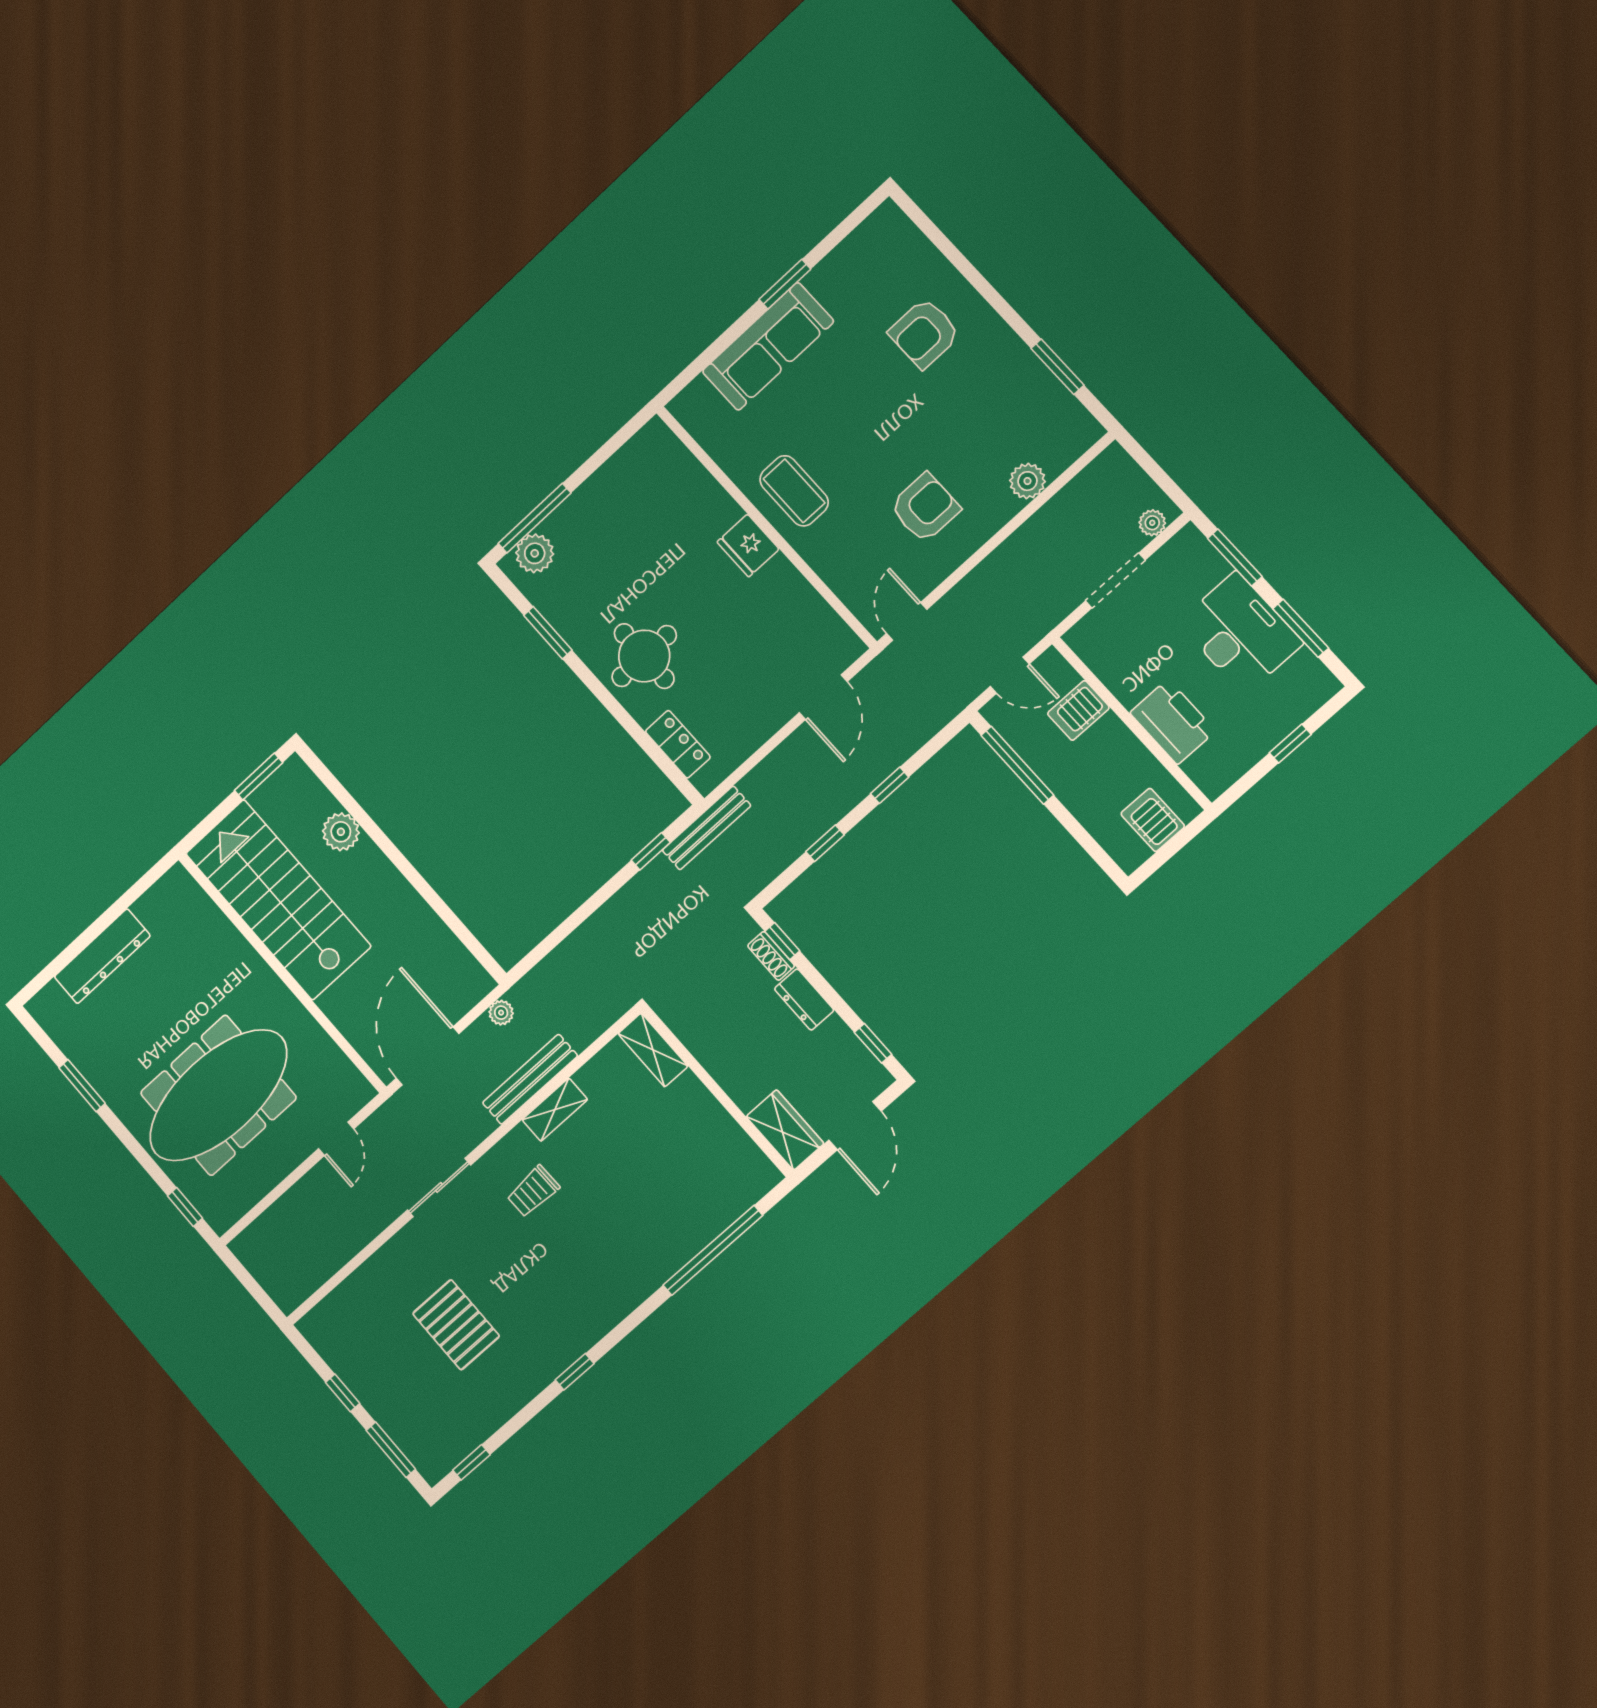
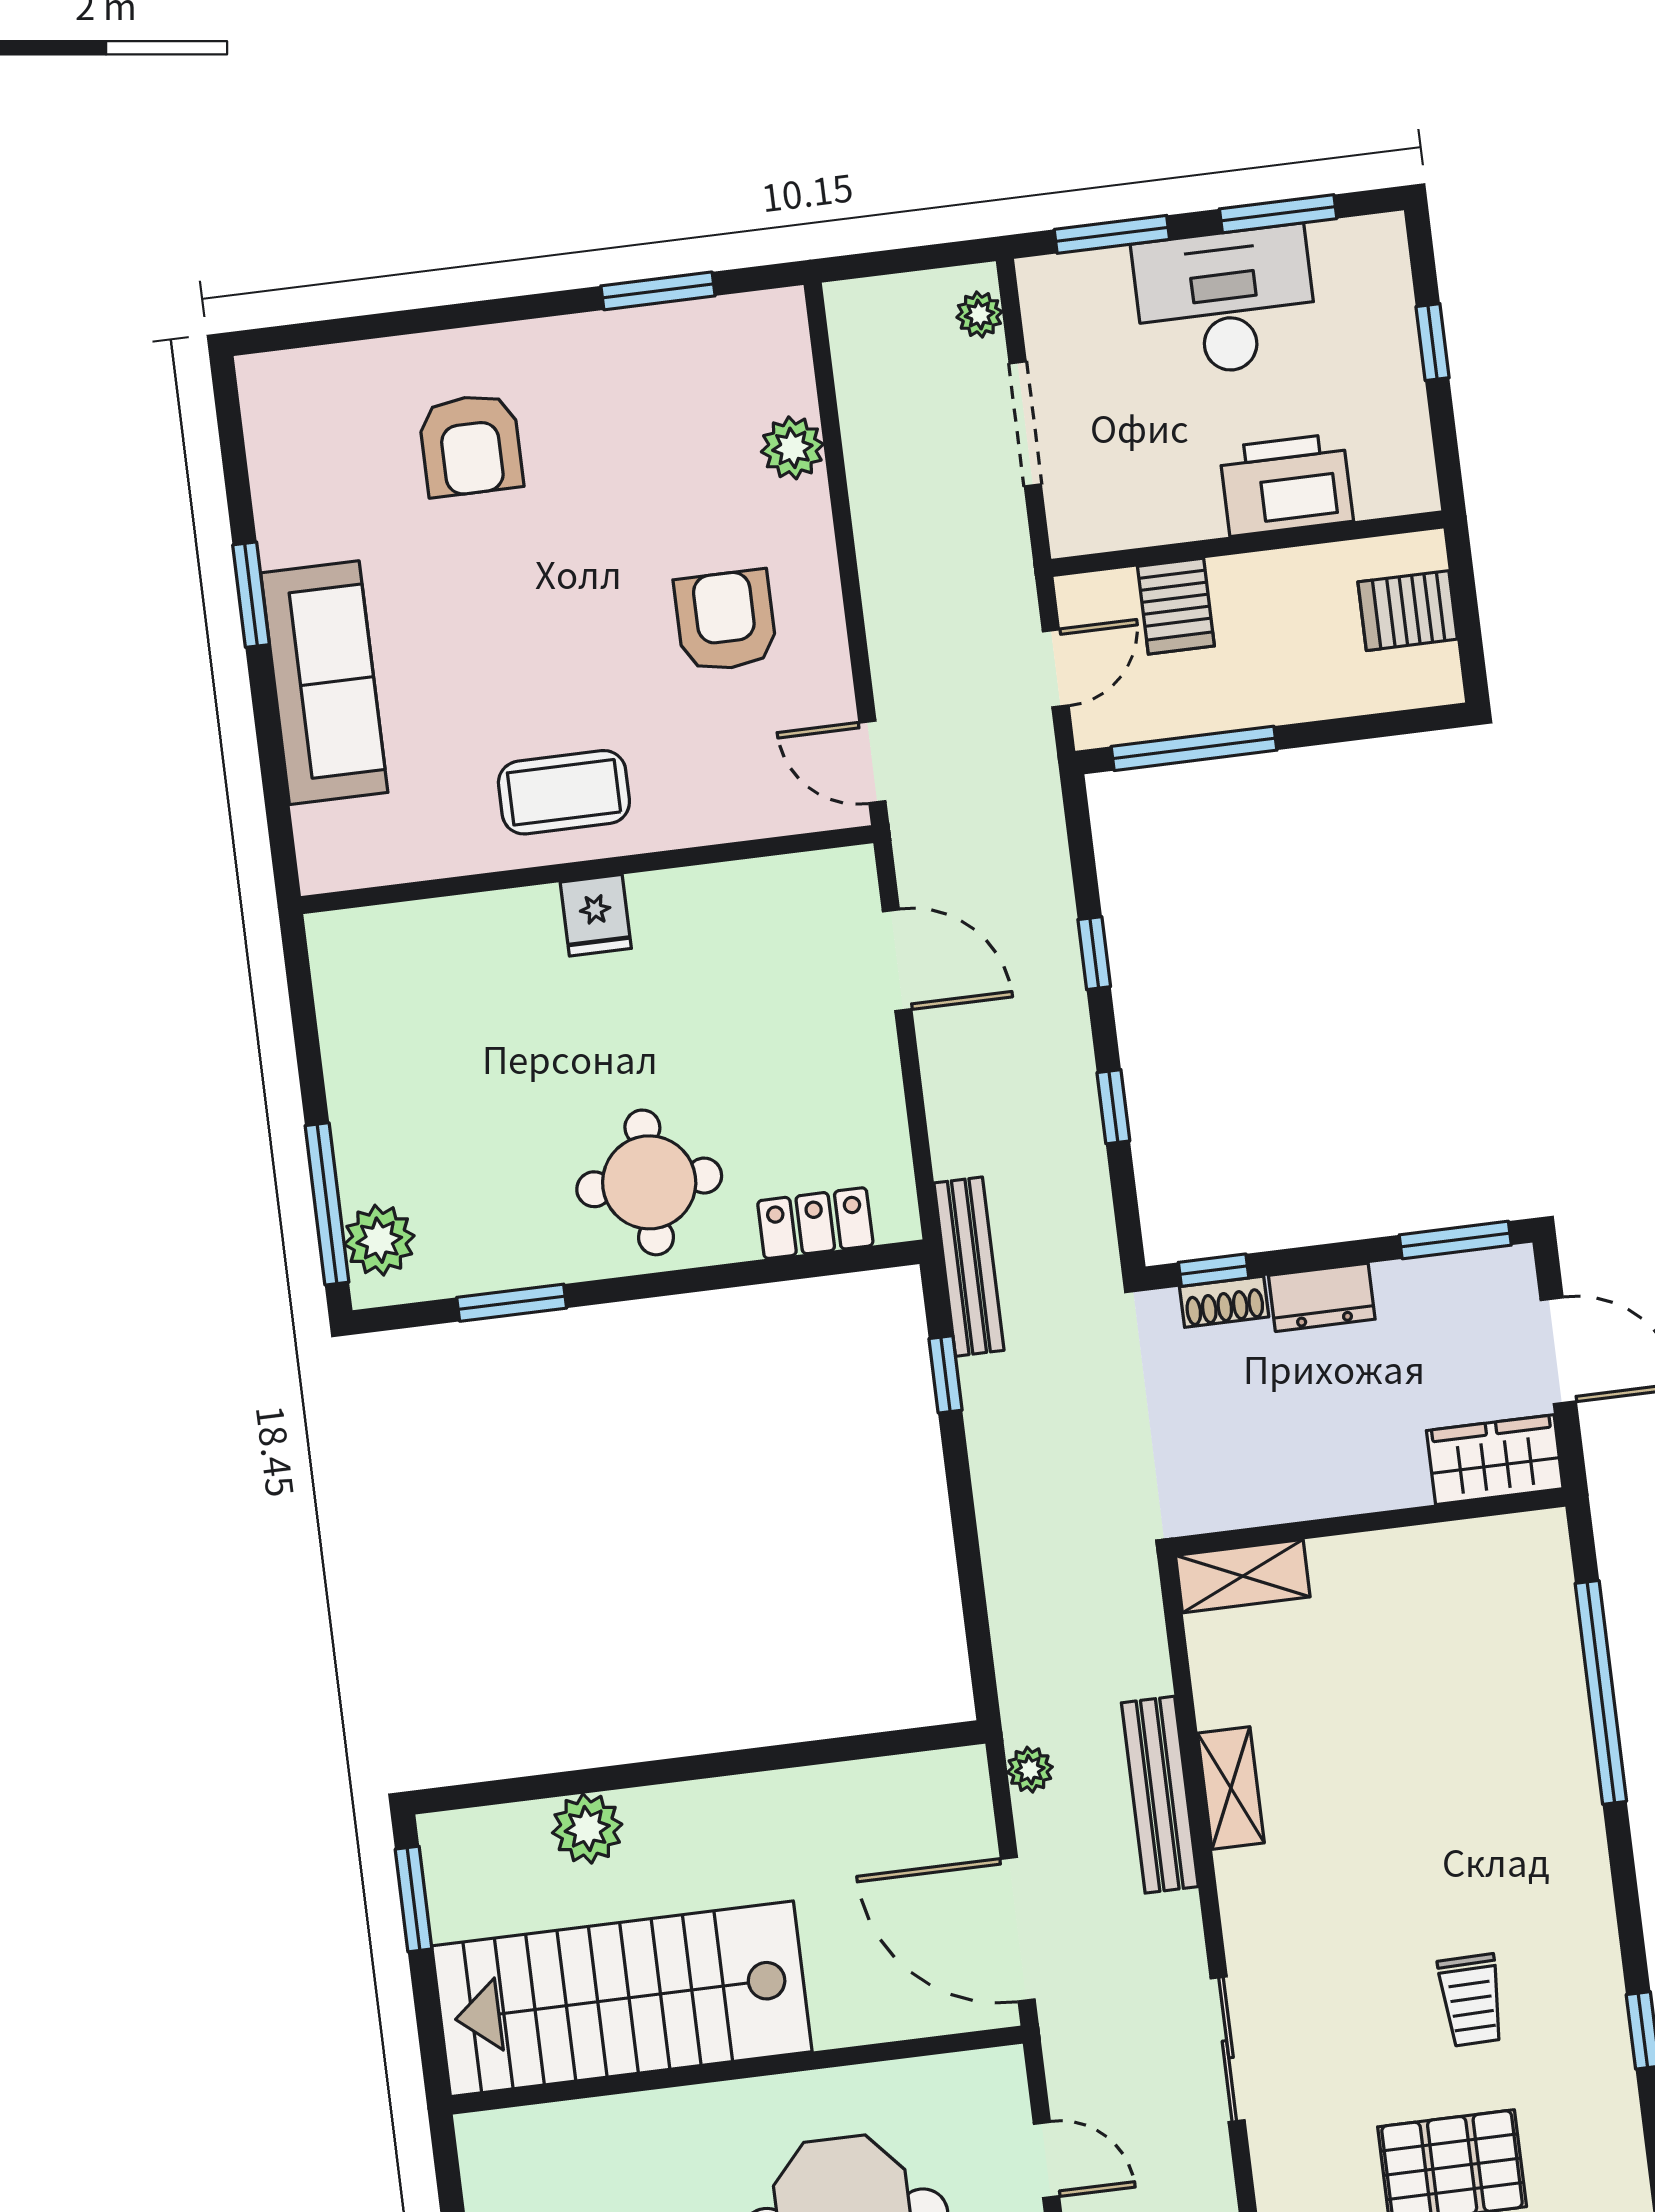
fridge: (748, 546) -> (596, 915), width x0.72
window: (873, 1043) -> (1455, 1240), width x1.50
trolley: (533, 1191) -> (1471, 2000), moved

